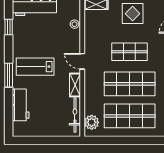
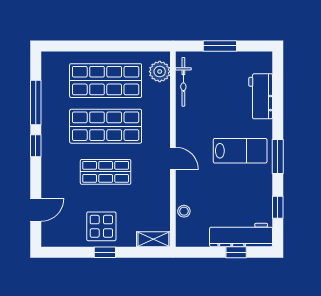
window: (9, 75) -> (278, 157), moved
shelving: (75, 85) -> (183, 125), removed
window: (49, 140) -> (220, 46), added

